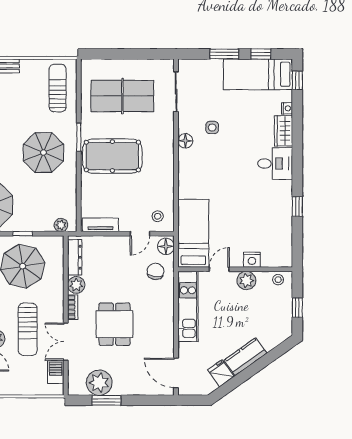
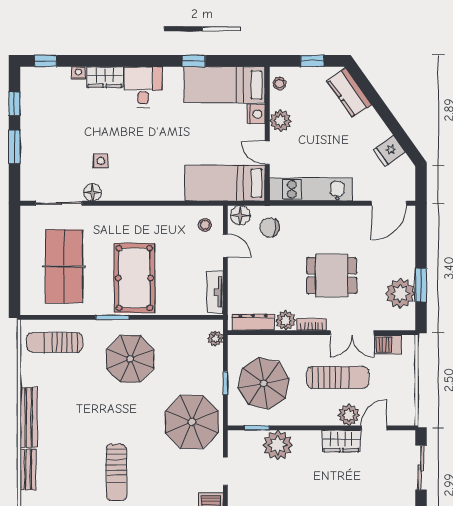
bed: (258, 74) -> (225, 85), moved, turned 90
floor lamp: (185, 141) -> (93, 192), moved
kitchen counter: (245, 357) -> (349, 93), moved

